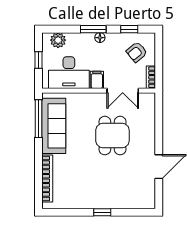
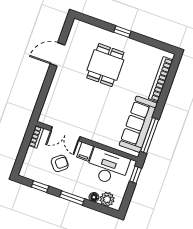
floor lamp: (100, 38) -> (94, 197), moved
armchair: (137, 52) -> (60, 163), moved
window: (38, 60) -> (136, 175), moved
double door: (123, 91) -> (65, 134), swing flipped
dining table: (112, 136) -> (105, 65), moved

